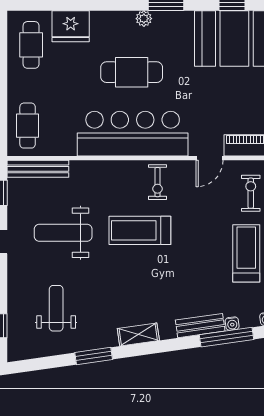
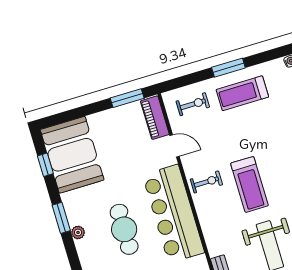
exercise bike: (251, 193) -> (193, 104), turned 180

